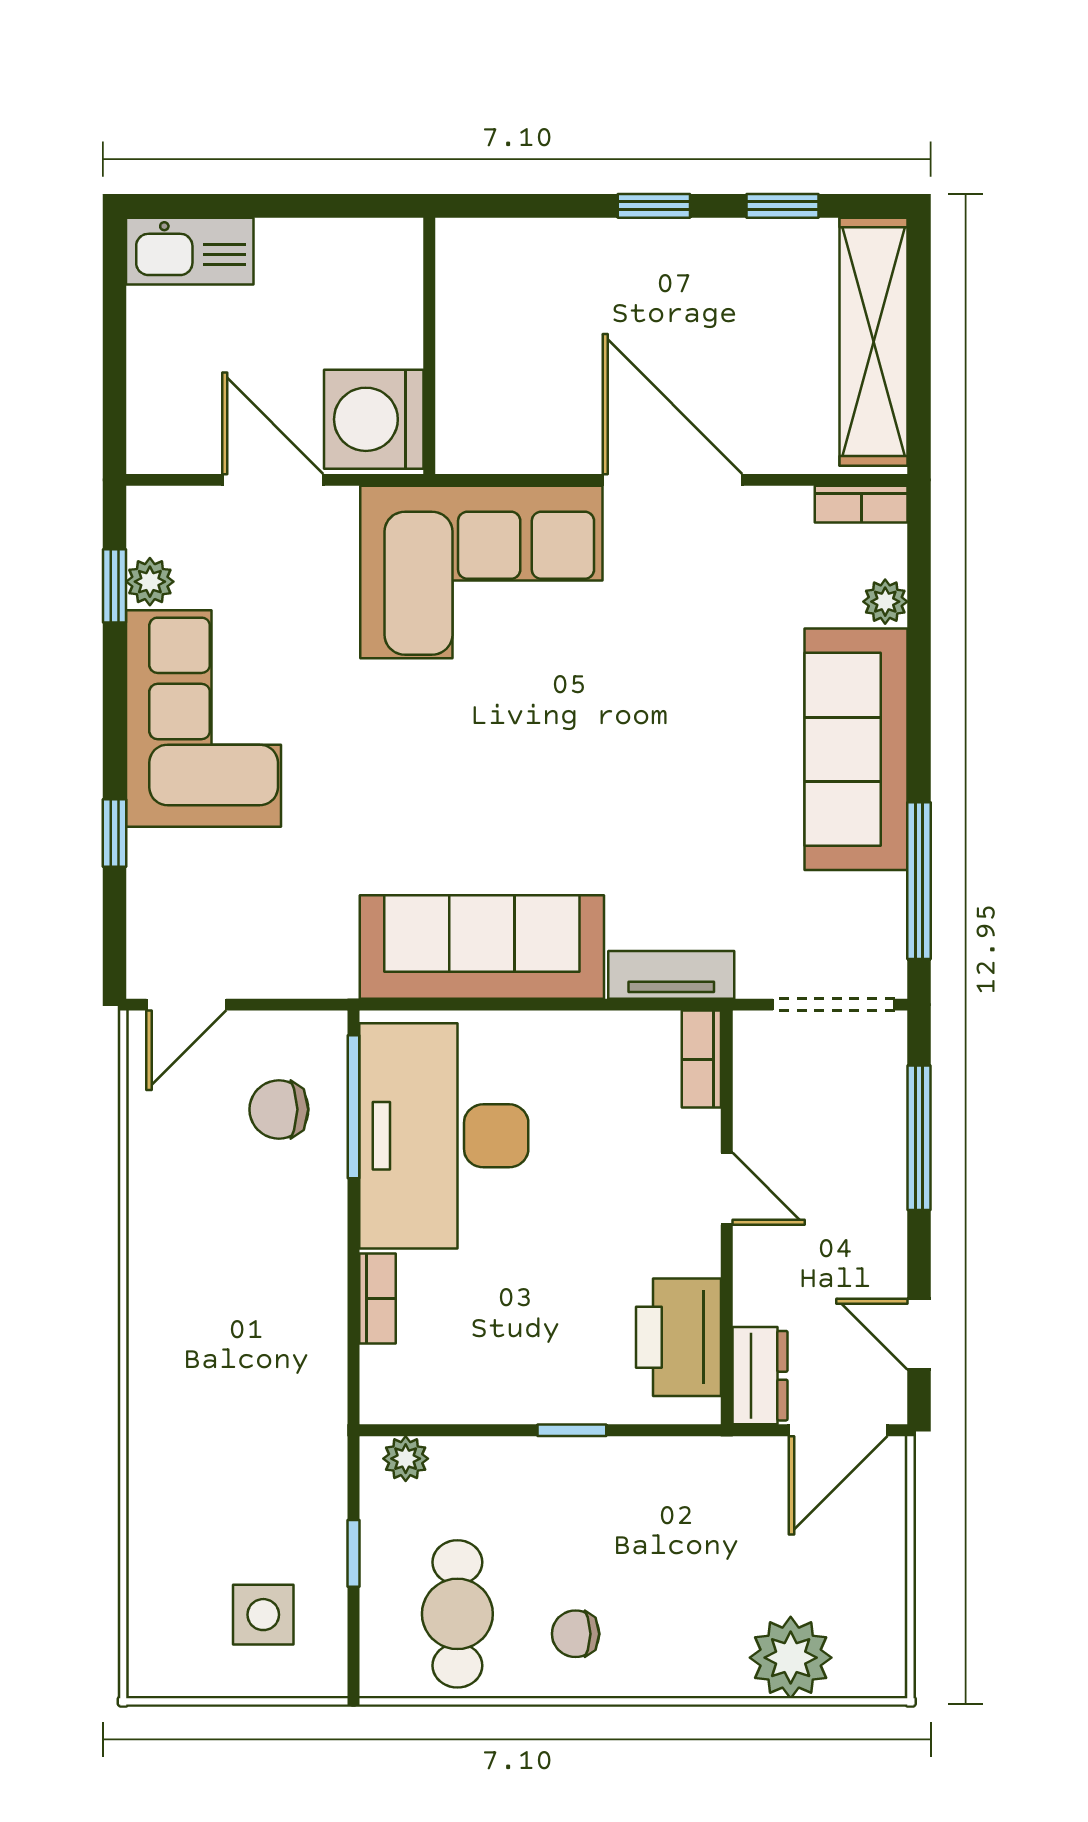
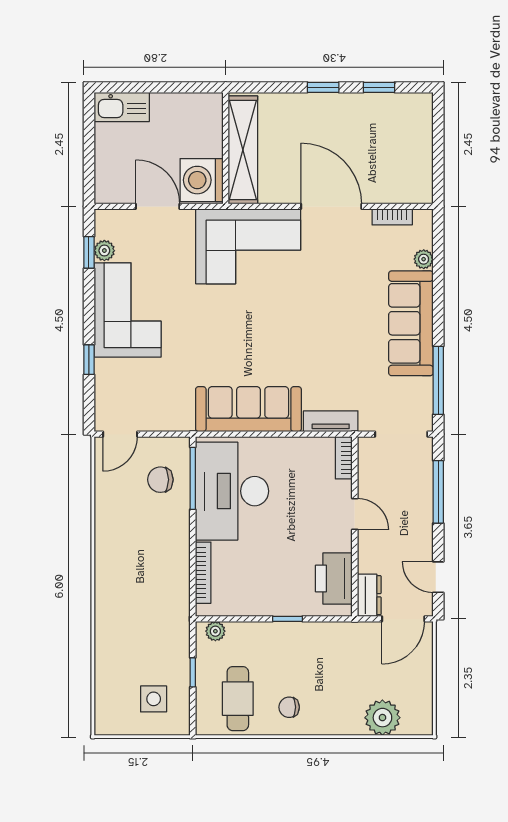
shelving: (874, 342) -> (243, 150), moved
bookcase: (861, 504) -> (392, 217), moved
bookcase: (377, 1298) -> (203, 573), width x1.56

